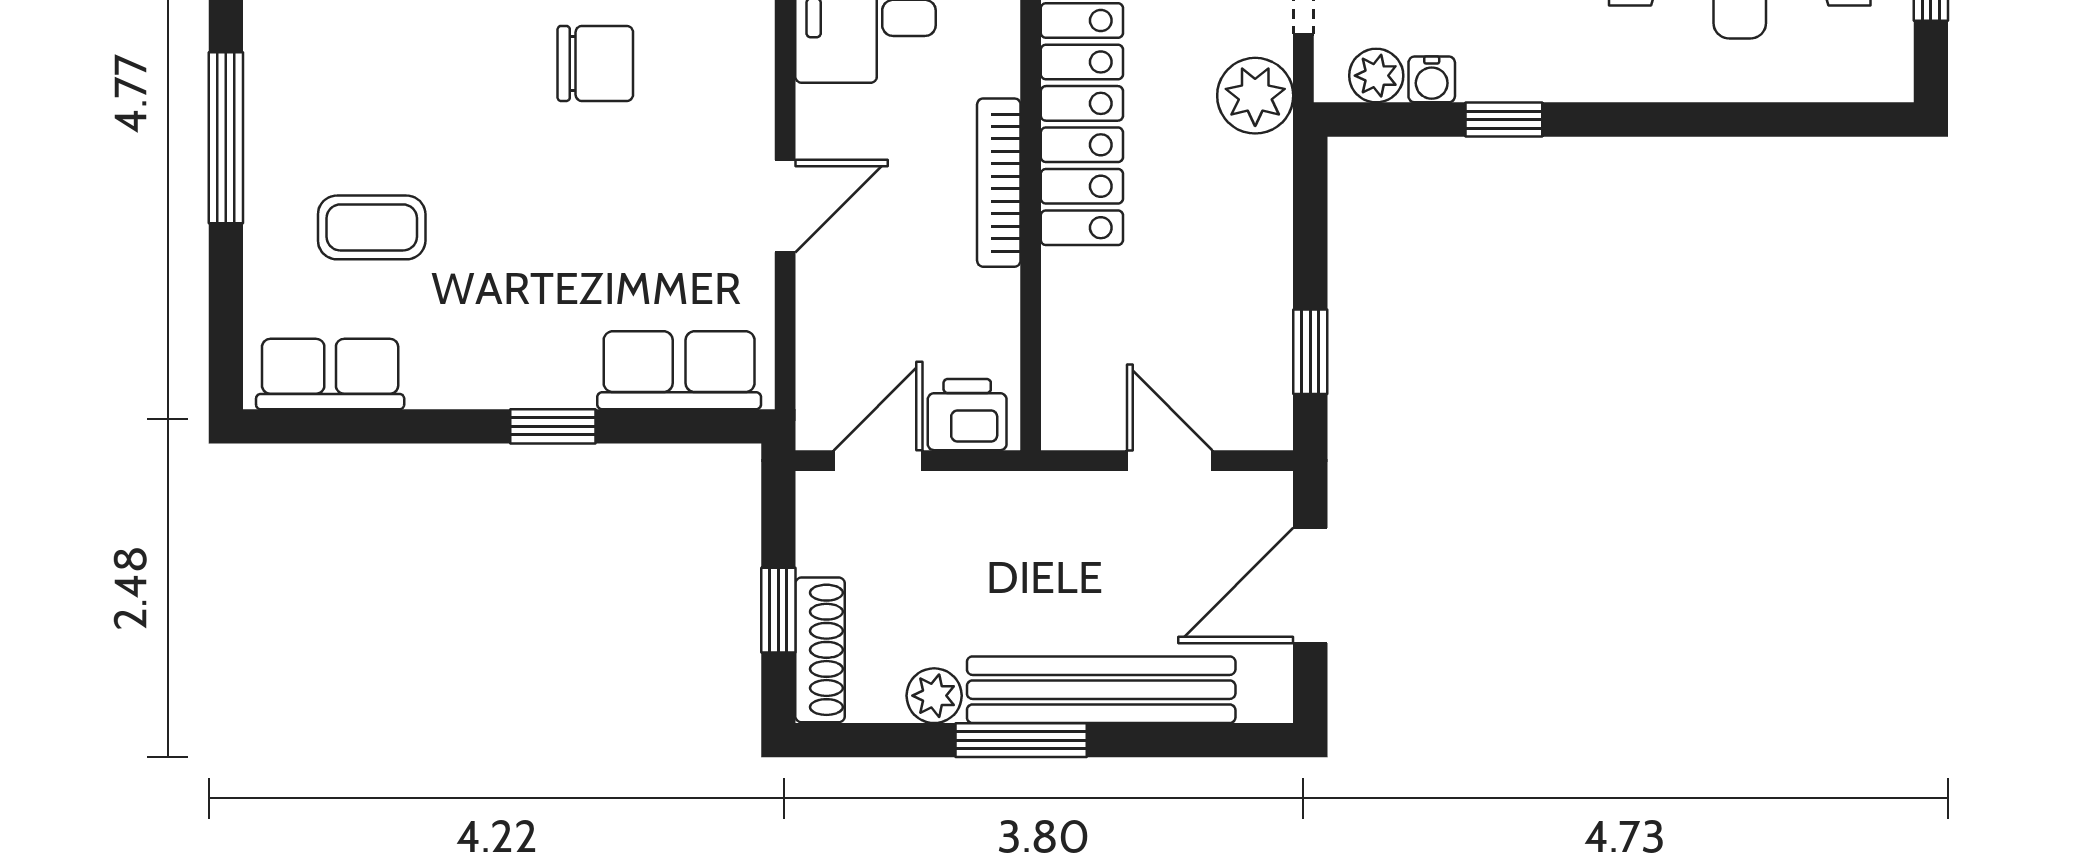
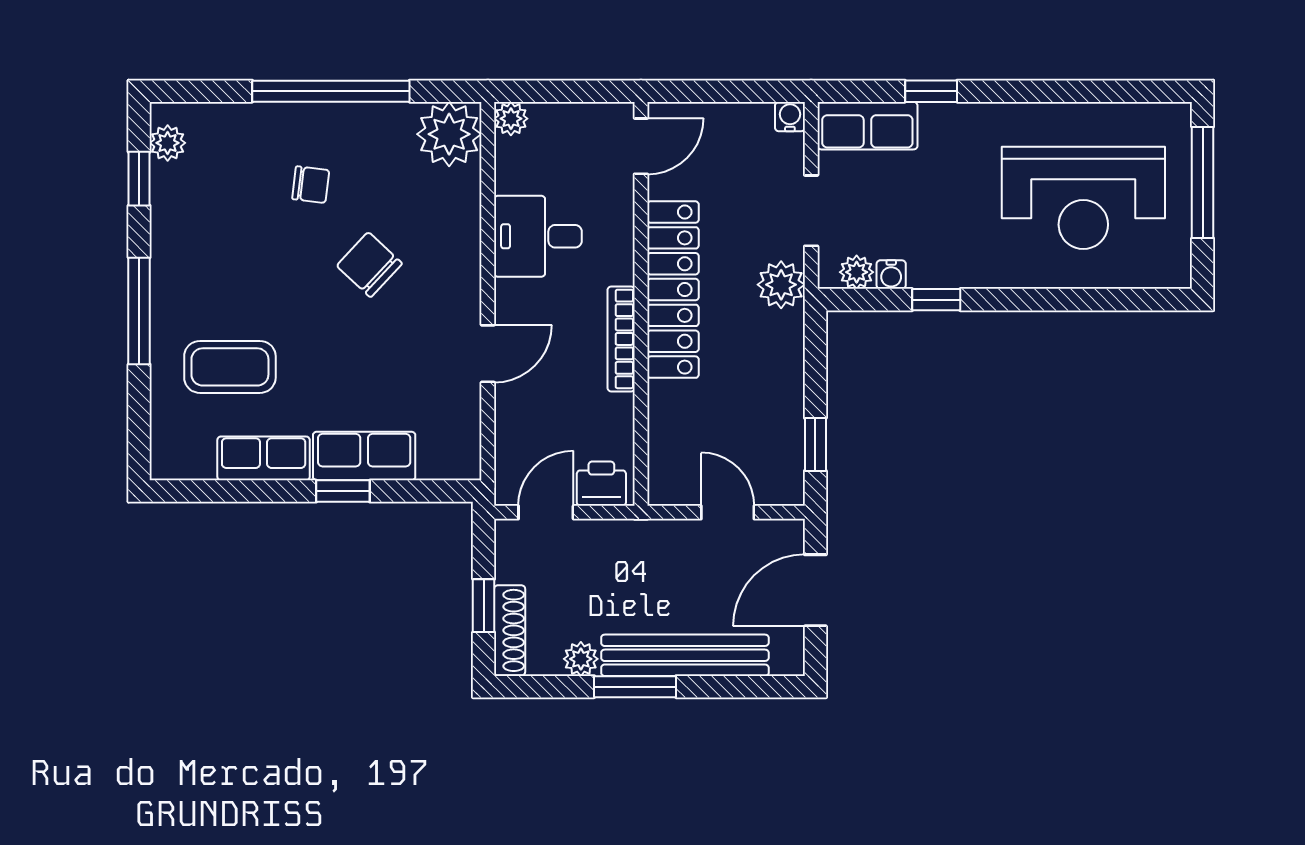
chair: (595, 63) -> (369, 265), turned -137
coffee table: (372, 227) -> (230, 367), width x1.36, depth x1.30
row of seats: (679, 370) -> (364, 456), moved
row of seats: (330, 374) -> (264, 458), moved

